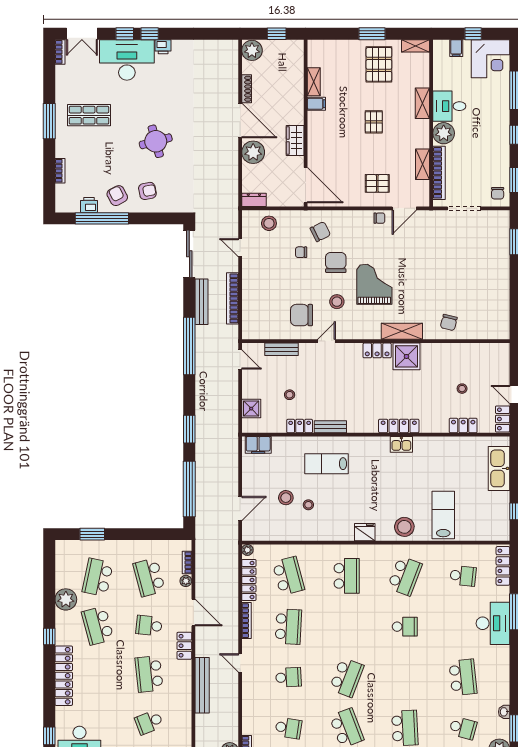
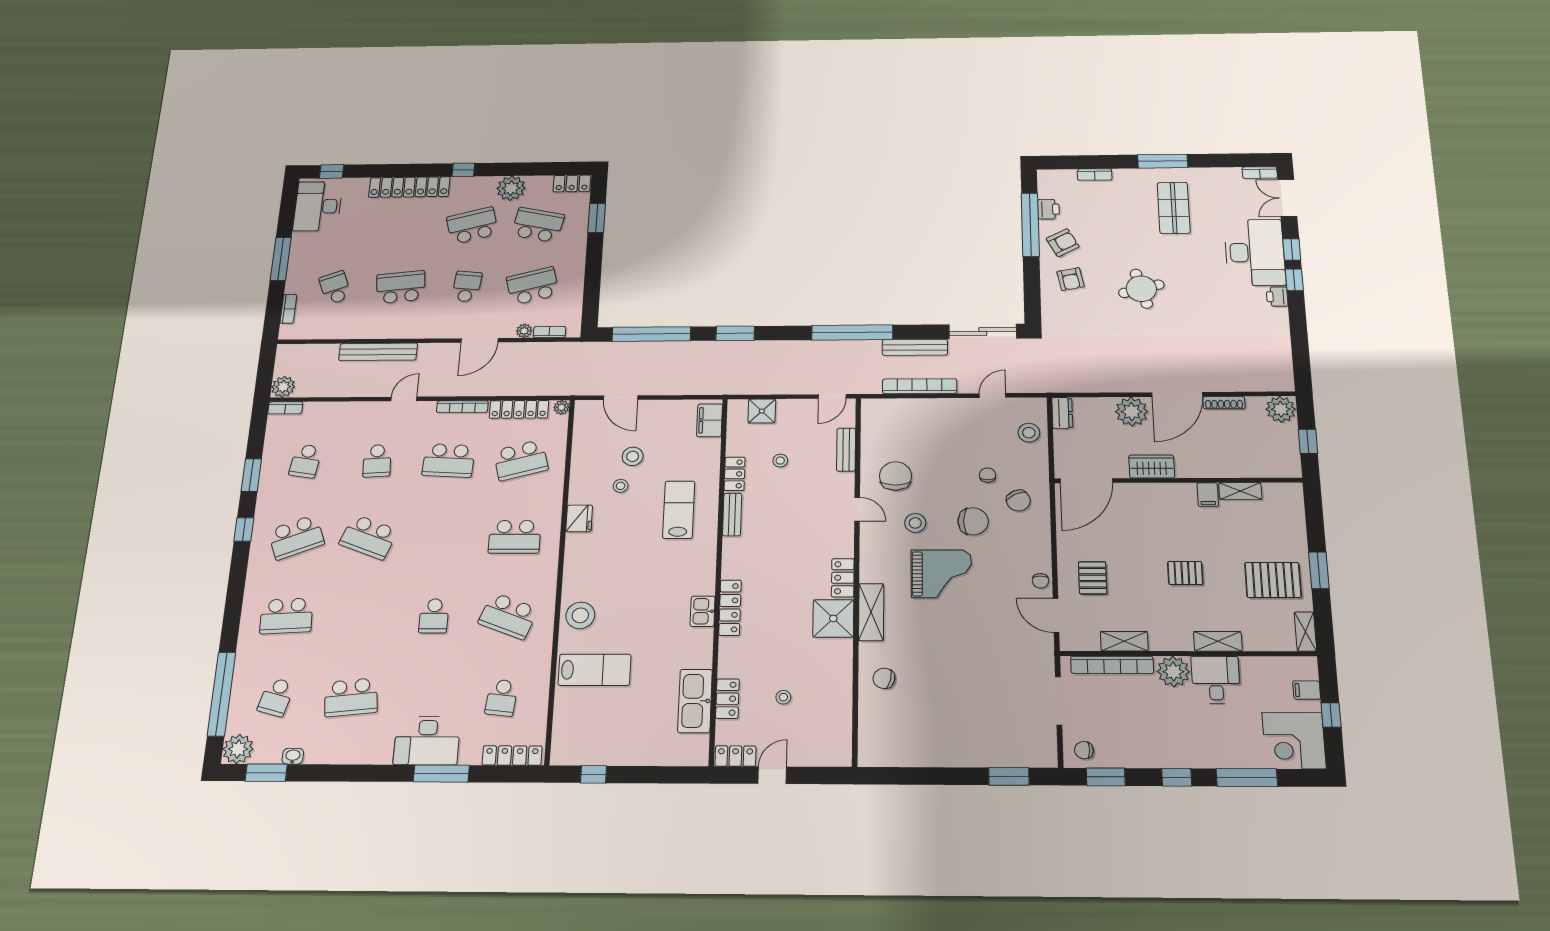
kitchen sink: (499, 468) -> (695, 701), moved, turned -90
fridge: (365, 532) -> (579, 518), moved
locker: (184, 646) -> (572, 184), moved, turned 180

